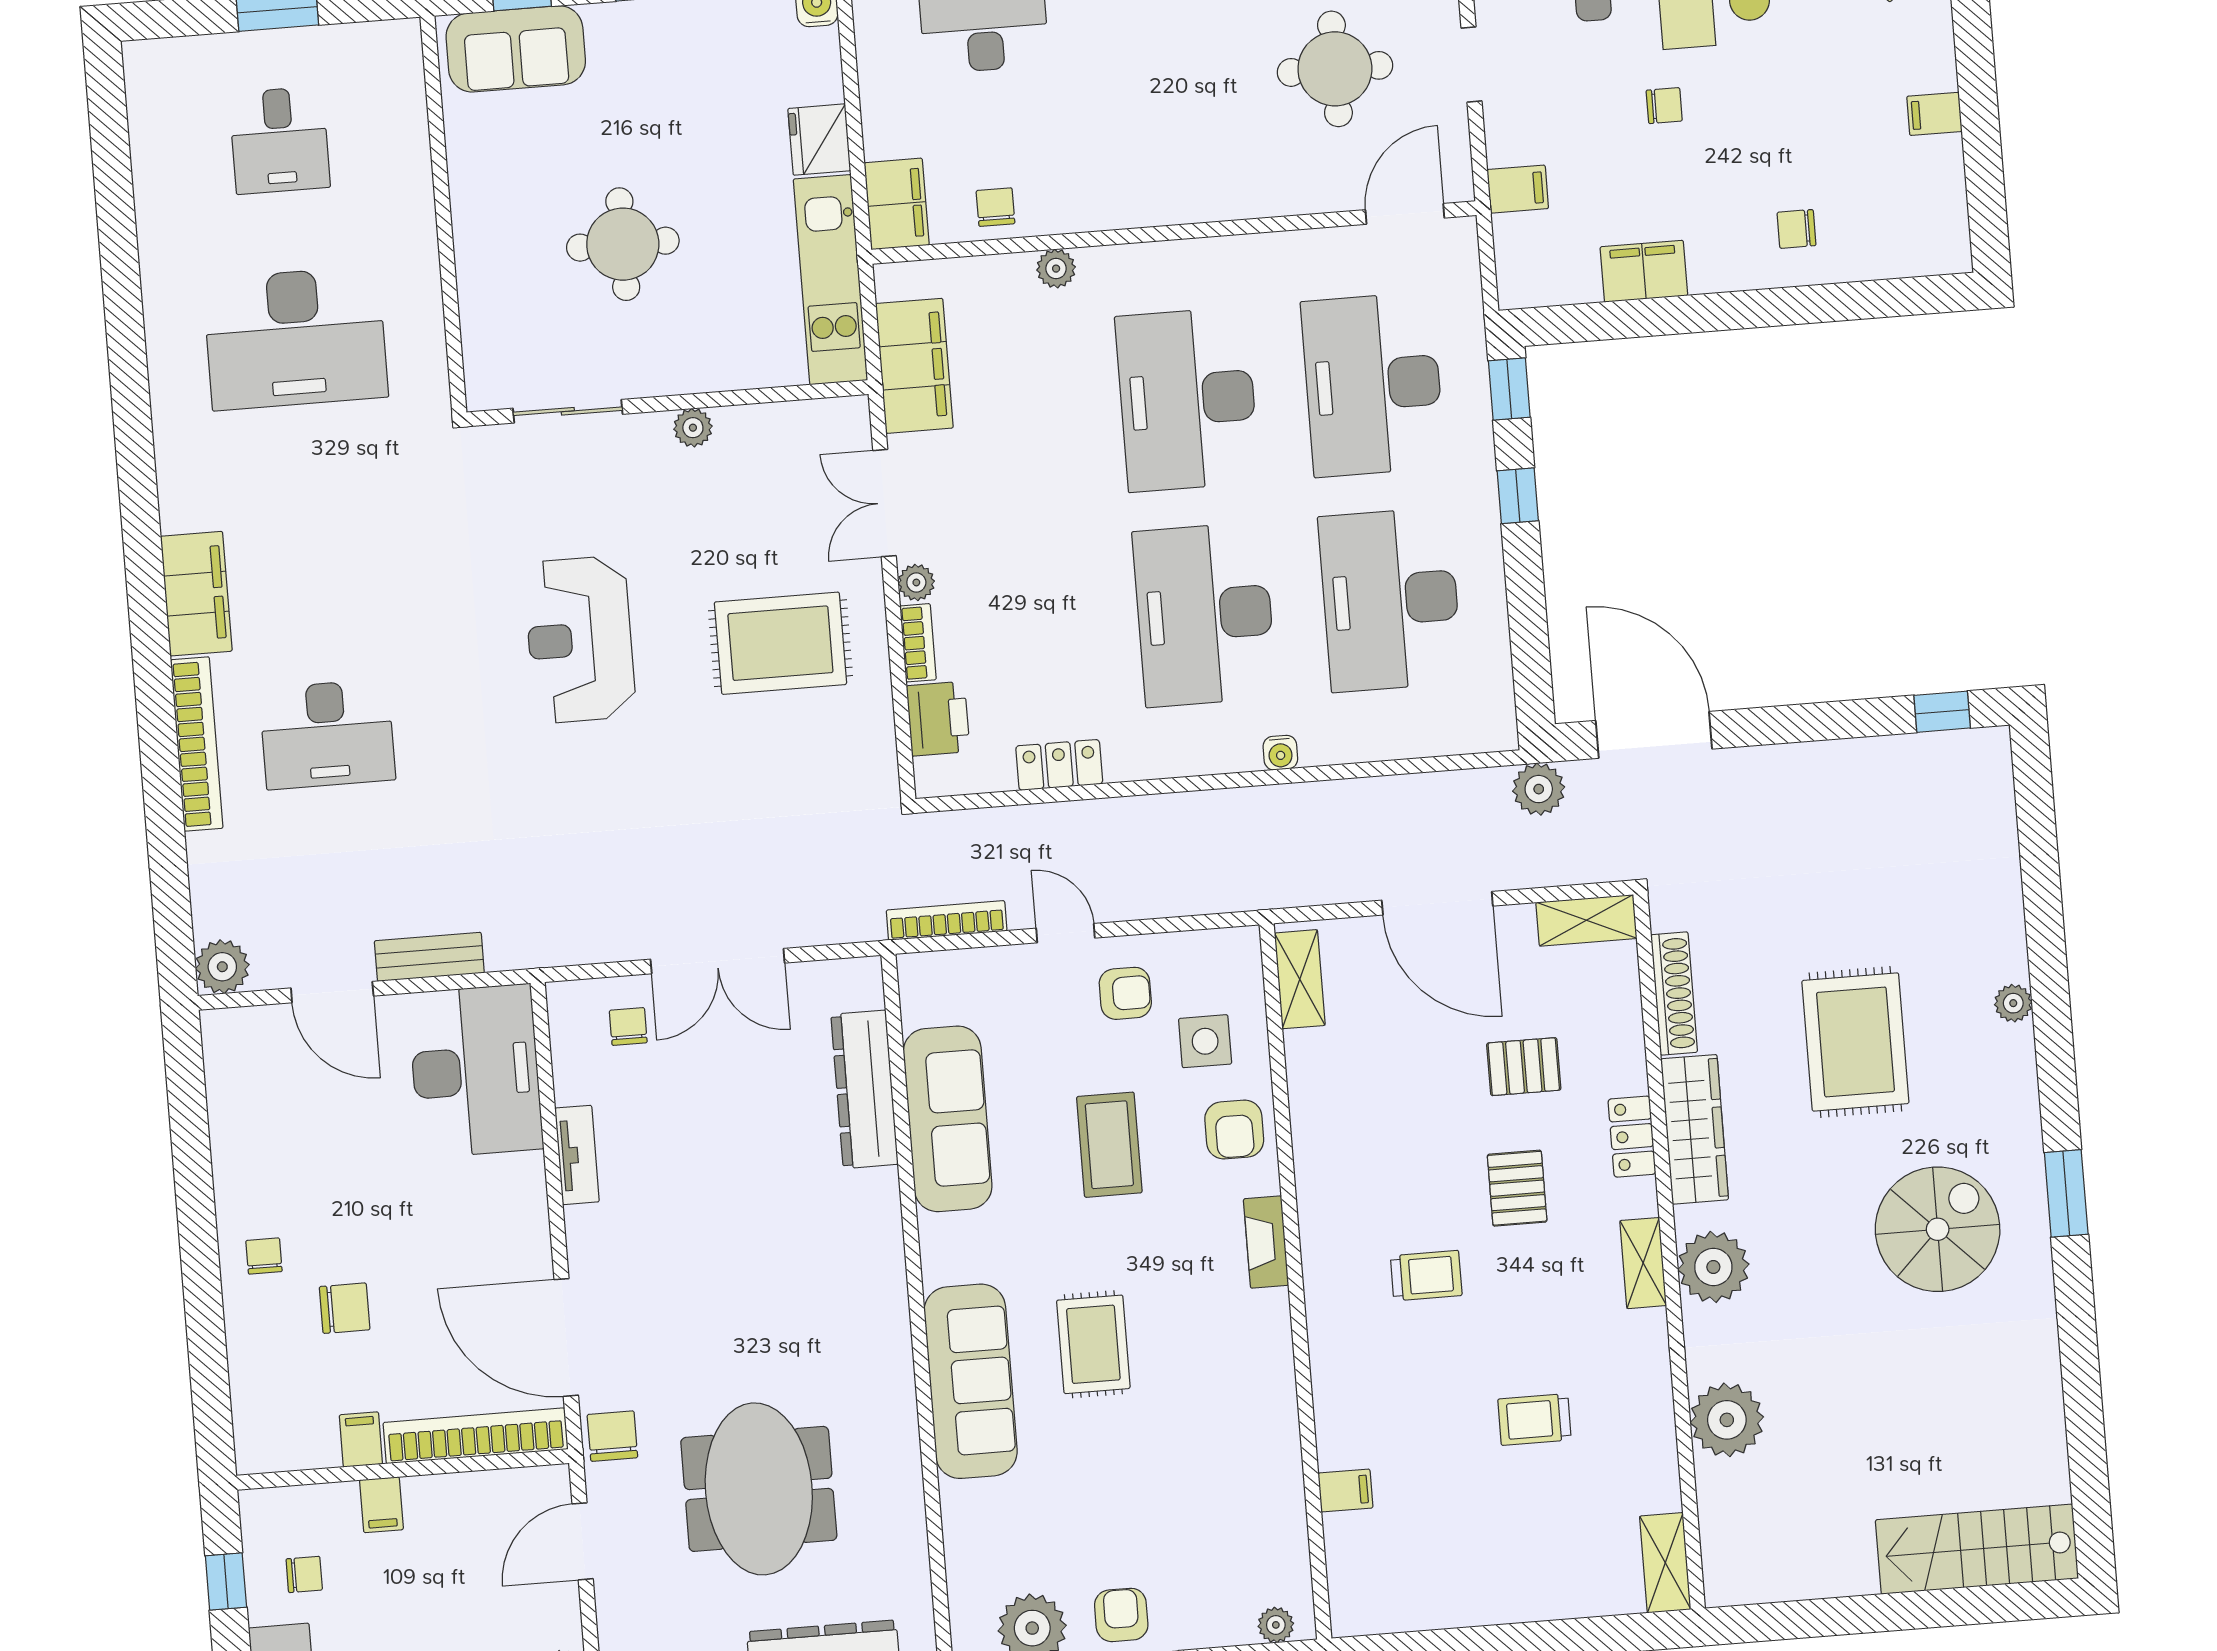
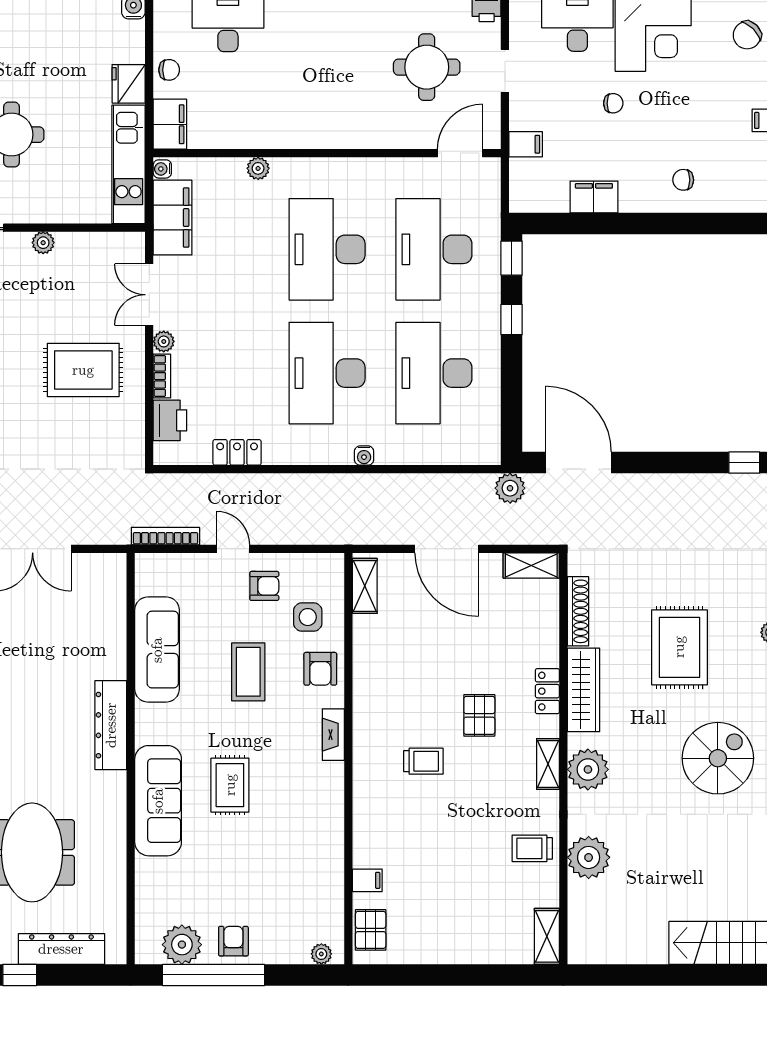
chair: (996, 207) -> (169, 70), moved, turned 90
water cooler: (890, 283) -> (162, 169), added
pallet: (1524, 1067) -> (371, 930), moved, turned 90
dresser: (864, 1089) -> (111, 725), moved
trolley: (1534, 1419) -> (532, 848), moved

